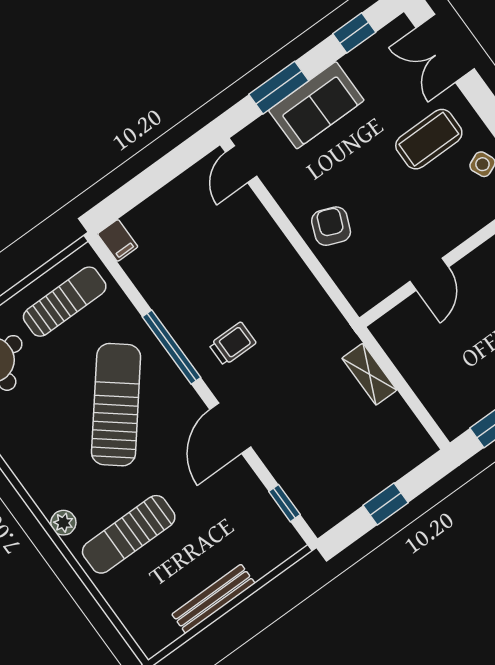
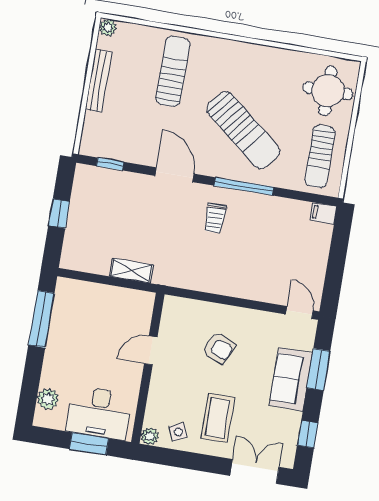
armchair: (331, 226) -> (219, 348), moved
door: (429, 274) -> (151, 350), hinge flipped
plant: (63, 523) -> (108, 28), moved

